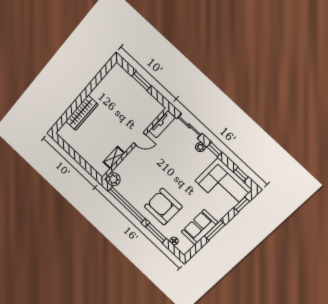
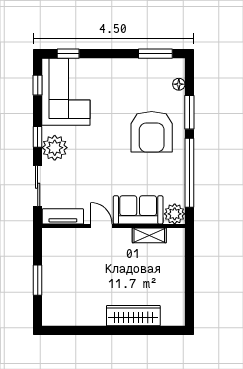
plant: (200, 147) -> (55, 148), width x1.88, depth x1.88
sofa: (200, 227) -> (138, 210), moved, turned 180
window: (215, 230) -> (155, 54), moved

